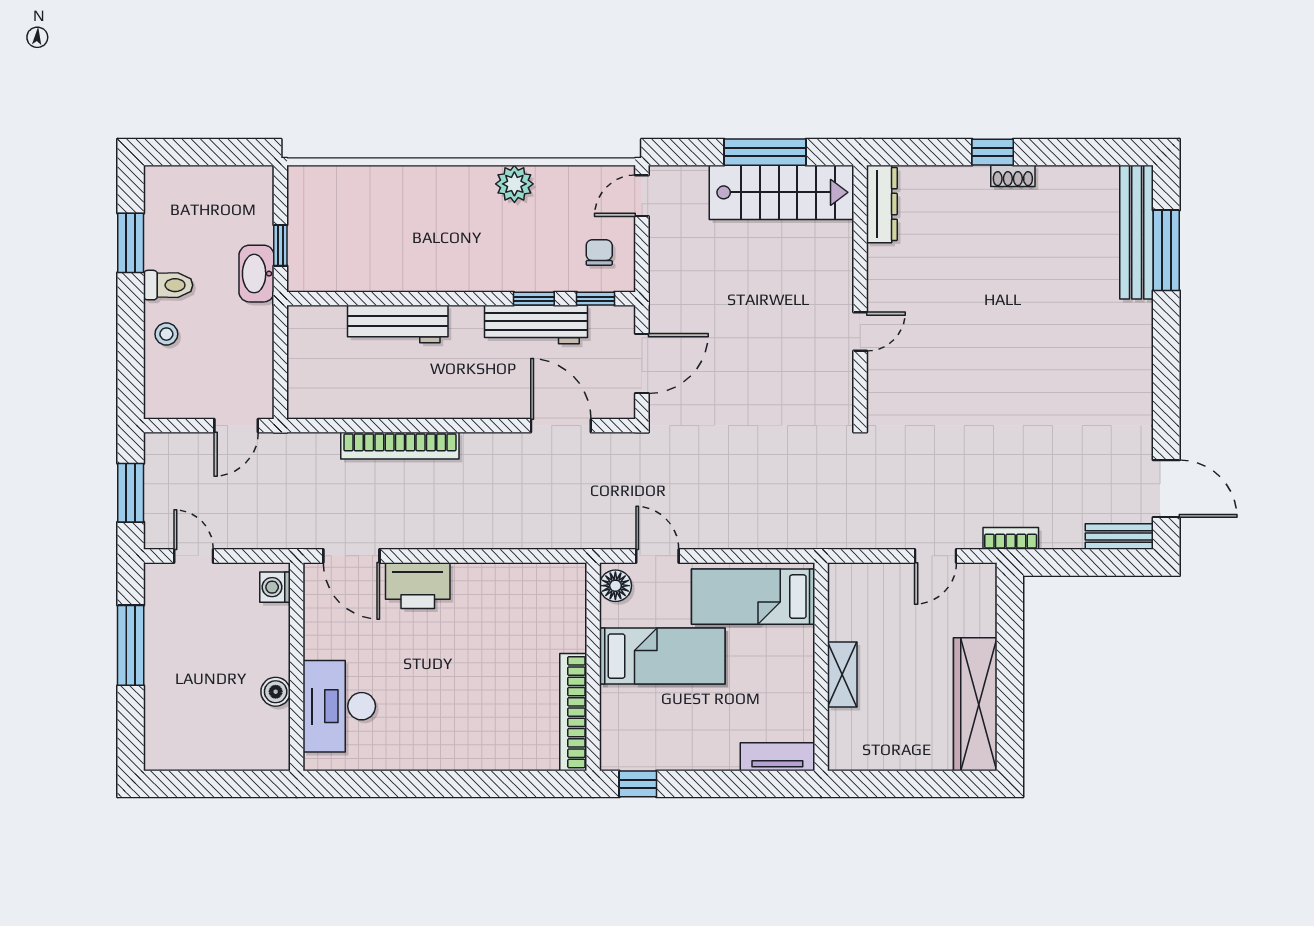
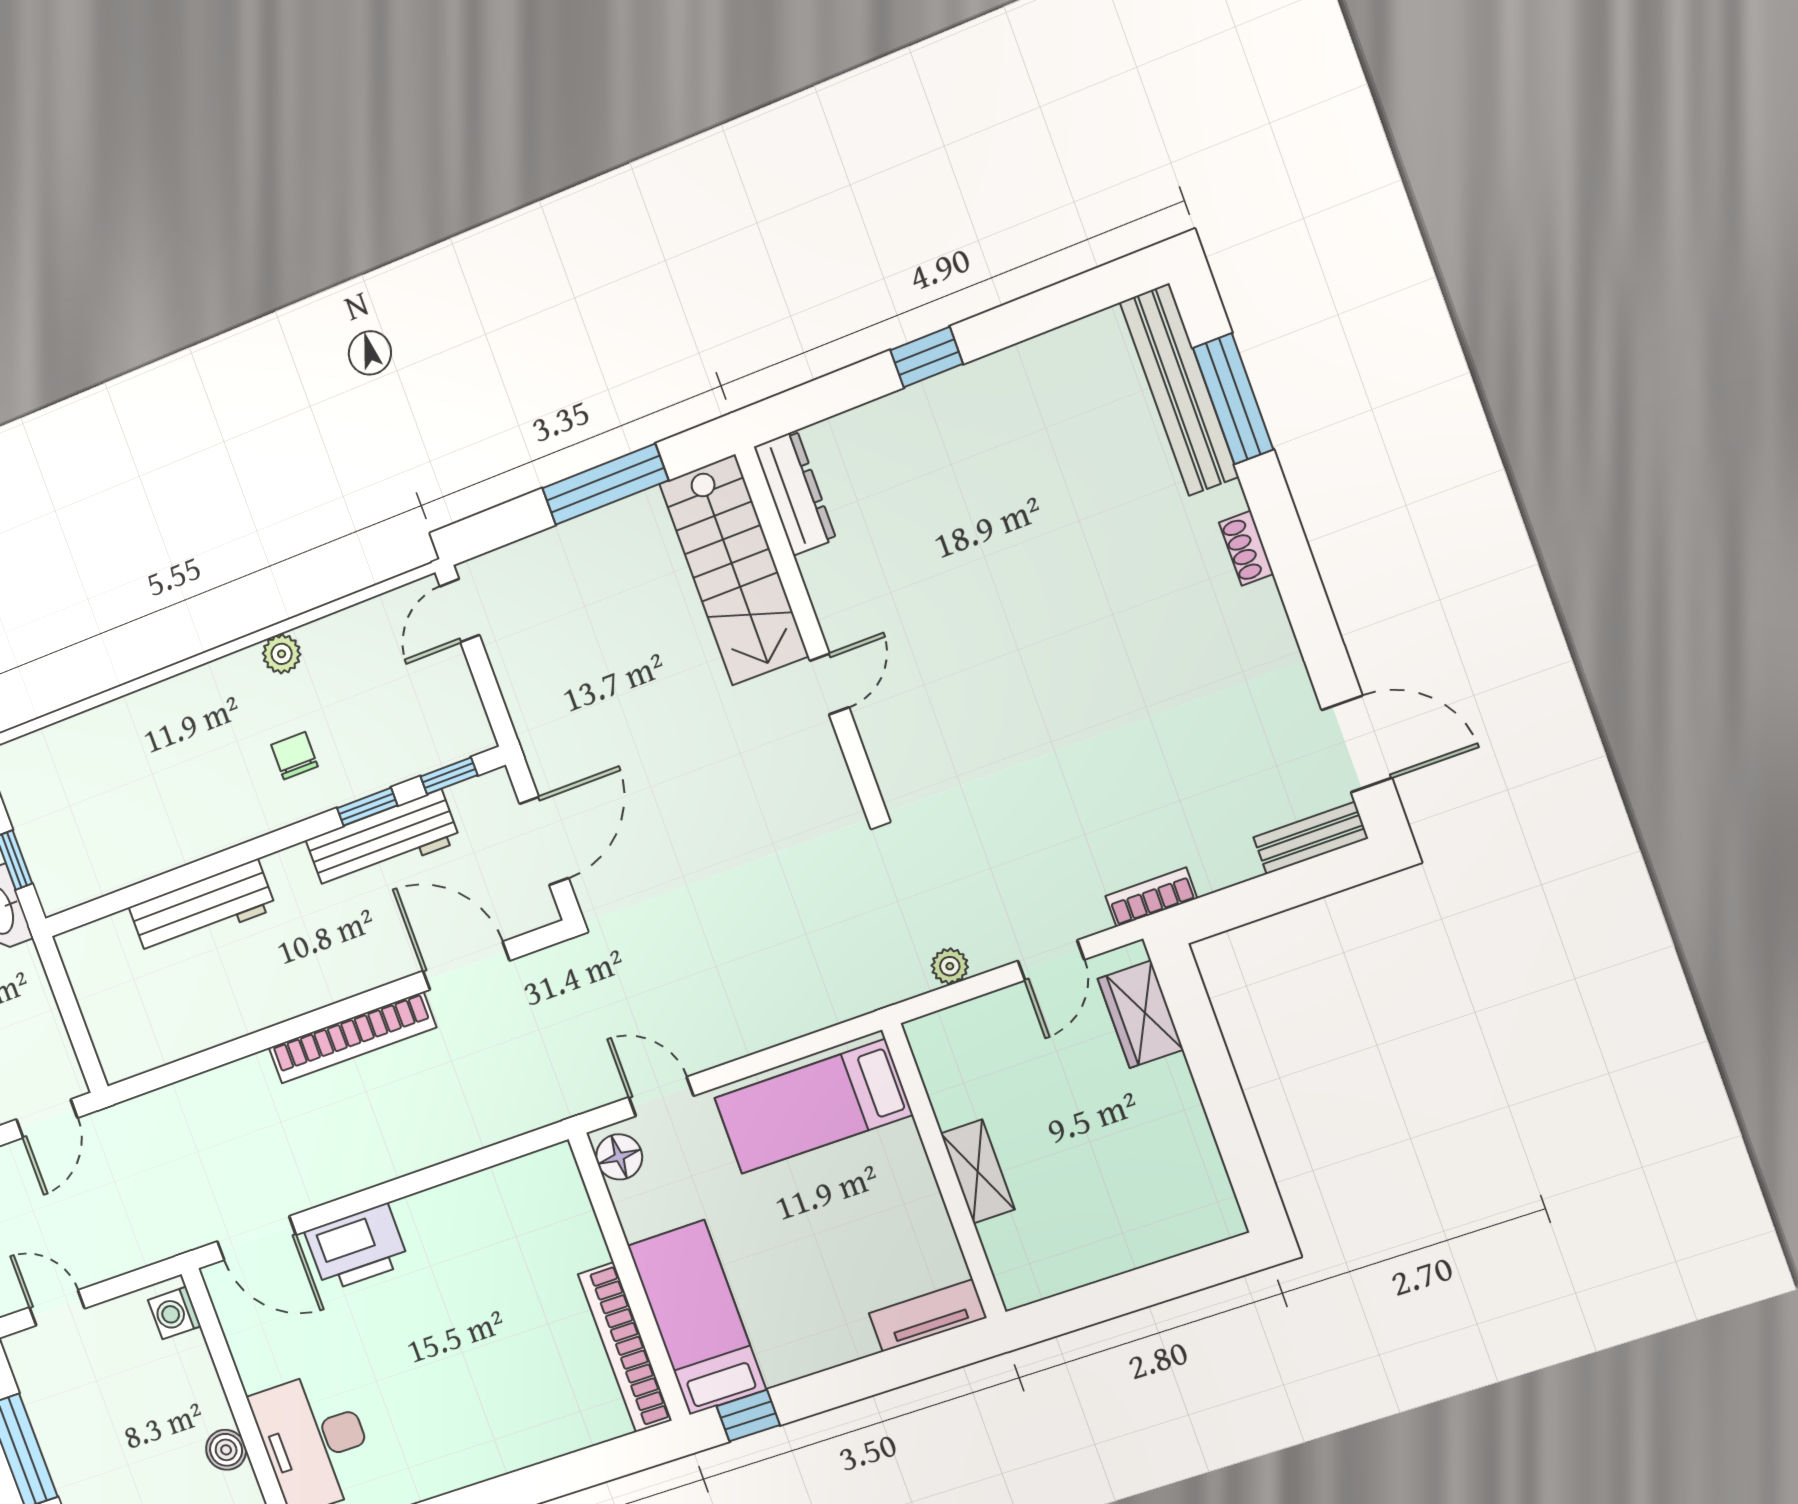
shoe rack: (1013, 176) -> (1246, 548), moved, turned 90
plant: (514, 184) -> (282, 654), width x0.73, depth x0.73
stairs: (781, 192) -> (734, 570), moved, turned 90
chair: (599, 253) -> (295, 756), moved
bookcase: (400, 446) -> (352, 1038), moved
plant: (871, 537) -> (950, 966), added
bed: (662, 656) -> (697, 1318), moved, turned -90
wardrobe: (975, 704) -> (1141, 1014), moved, width x0.48, depth x0.85

